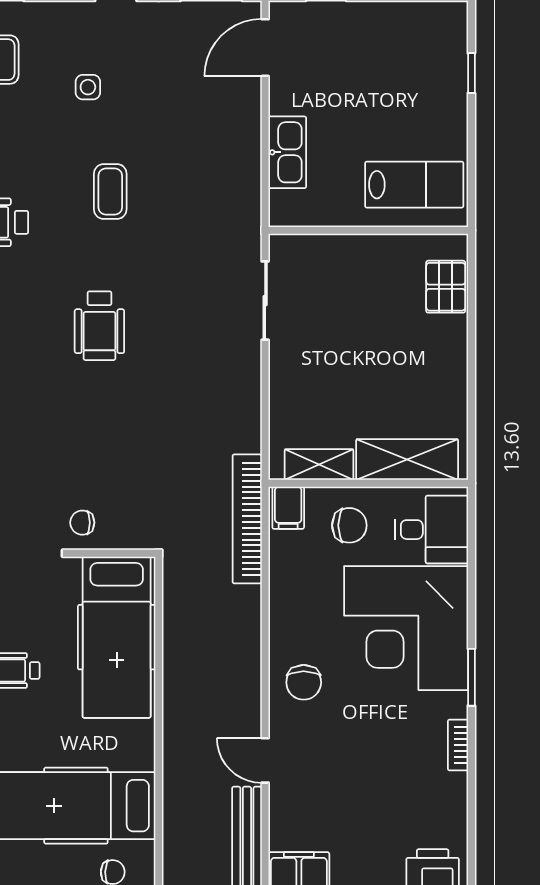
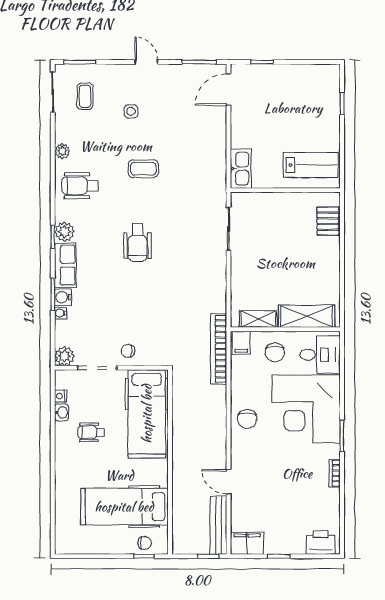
kitchen sink: (287, 152) -> (241, 169), moved
coffee table: (110, 191) -> (143, 169), turned 90
chair: (349, 525) -> (275, 352), turned 90
chair: (304, 682) -> (247, 419), moved

